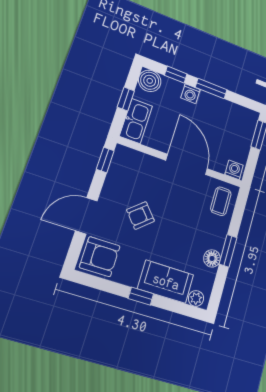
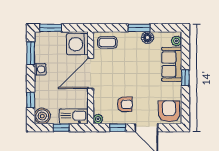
window: (211, 89) -> (31, 53), moved
washing machine: (190, 94) -> (40, 69), moved
plant: (122, 152) -> (98, 119), added
window: (105, 160) -> (118, 128), moved
washing machine: (234, 170) -> (77, 44), width x1.89, depth x1.89
armchair: (141, 215) -> (125, 104), moved, turned -49

